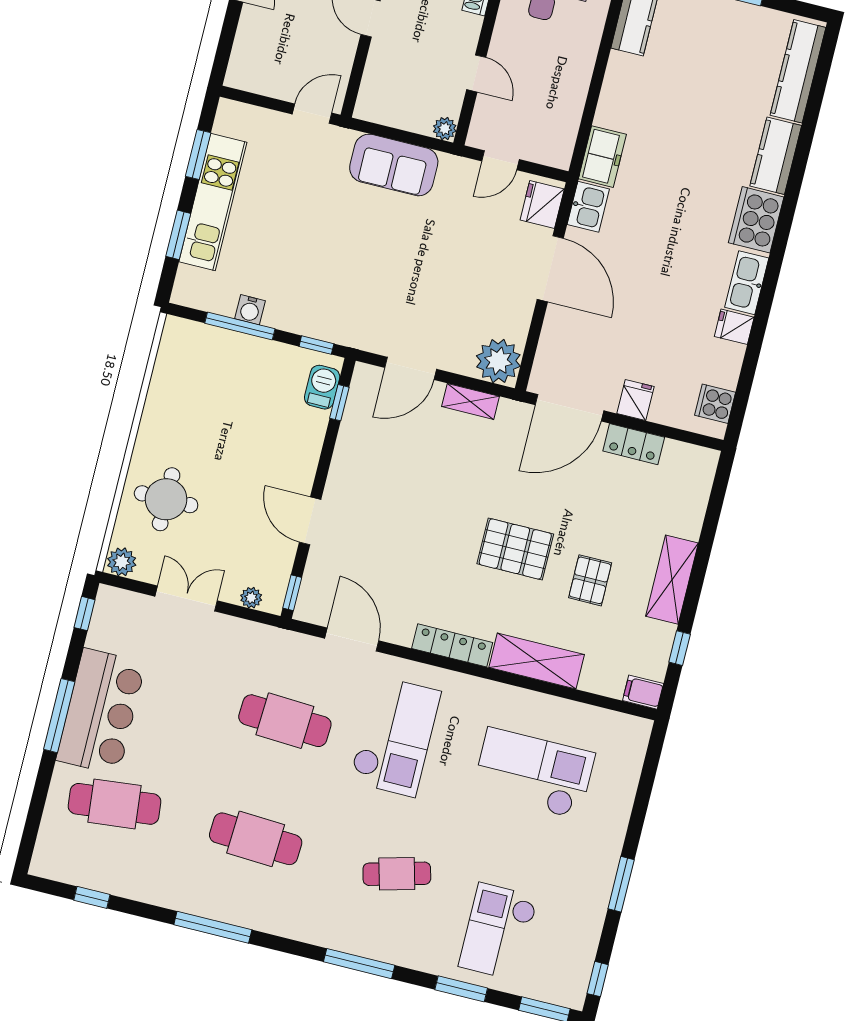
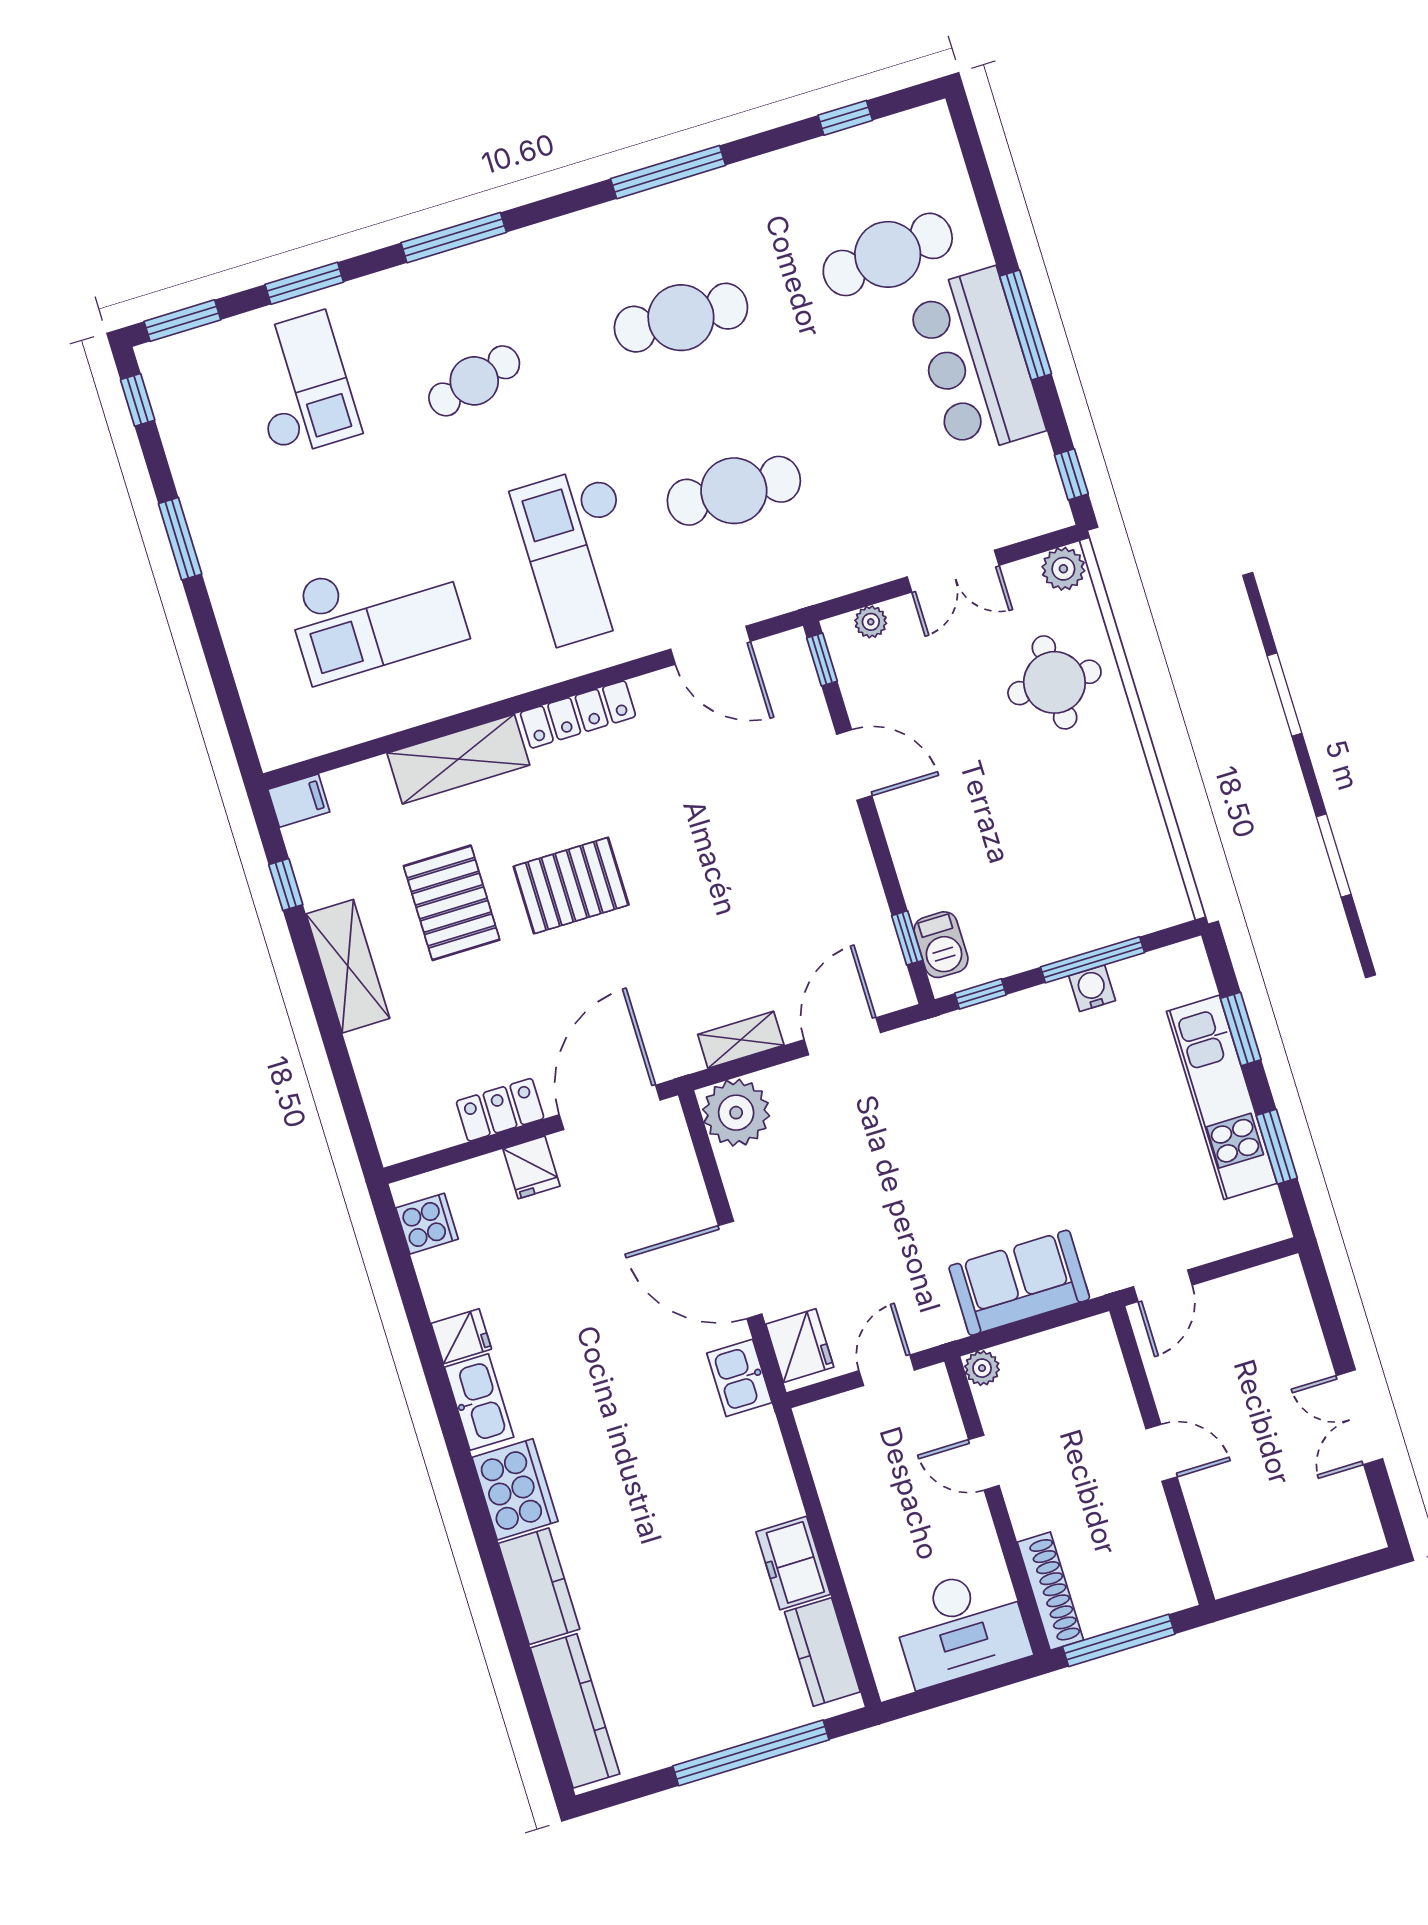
freezer: (602, 157) -> (793, 1563), moved
pallet: (590, 580) -> (452, 903), width x1.50, depth x1.42

